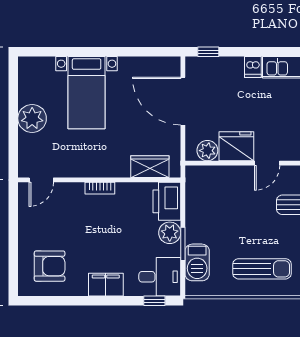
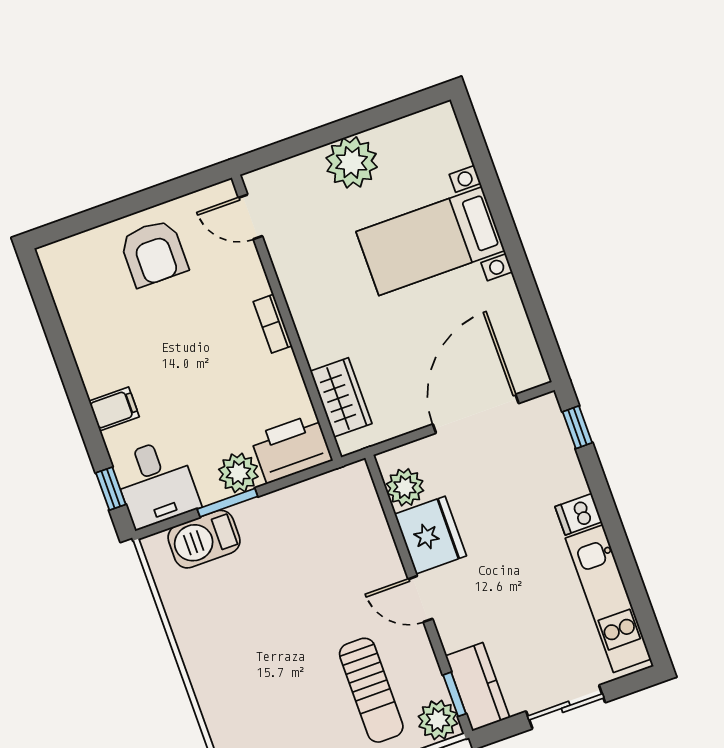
armchair: (50, 266) -> (154, 253), moved
sun lounger: (262, 269) -> (233, 656), removed
filing cabinet: (106, 285) -> (114, 409), width x0.50

